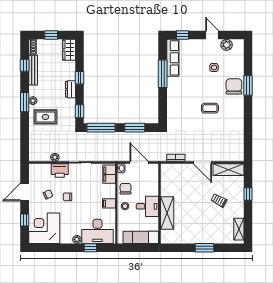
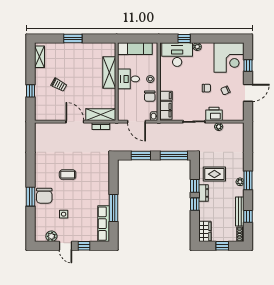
window: (182, 35) -> (84, 246), moved
window: (79, 111) -> (195, 186), moved
rug: (45, 117) -> (214, 174), moved
shelving: (229, 170) -> (101, 115), moved
filing cabinet: (109, 203) -> (166, 96), moved

